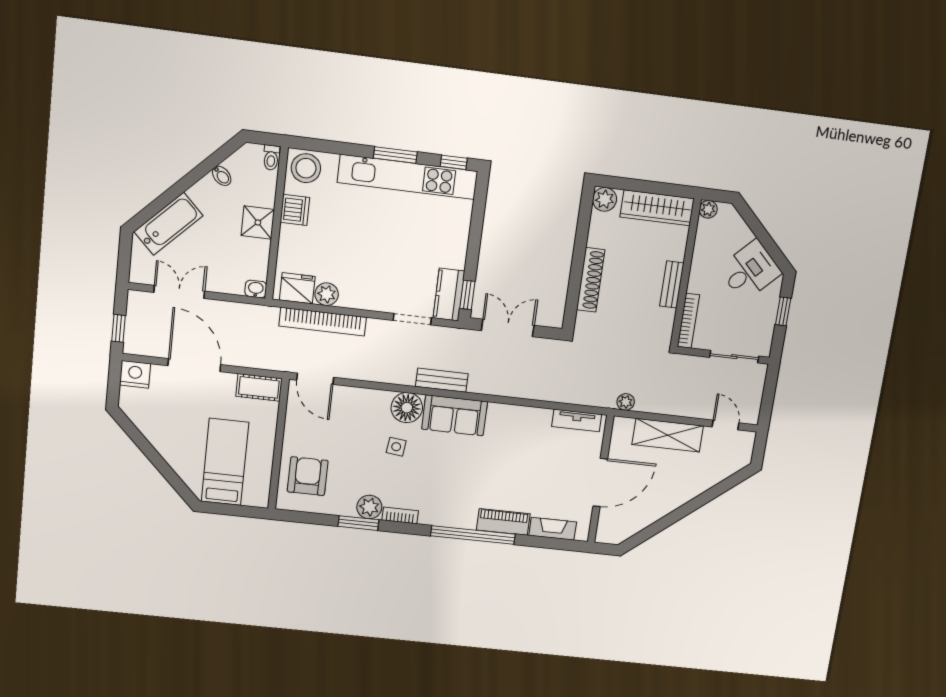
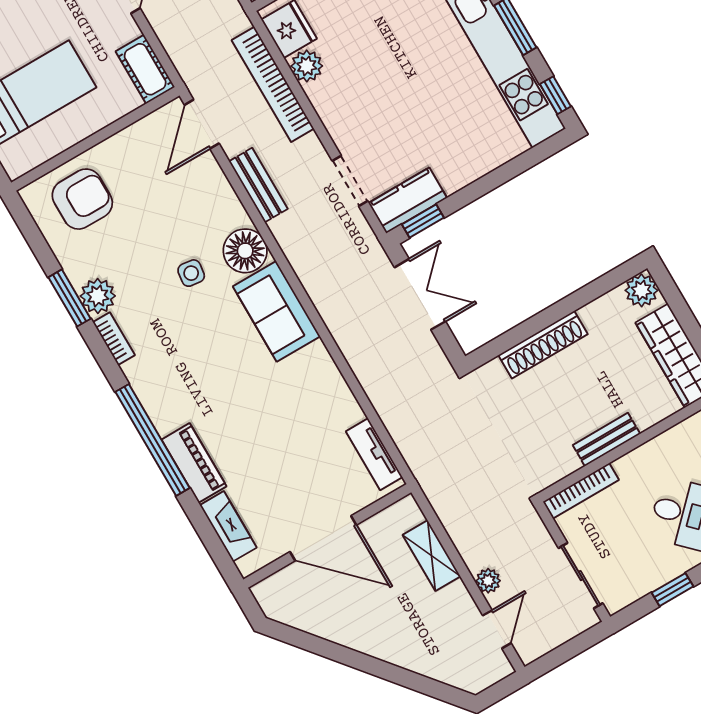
bench: (442, 380) -> (258, 185), moved
plant: (626, 402) -> (488, 581), moved
shelving: (668, 435) -> (432, 556), width x0.67, depth x0.75

